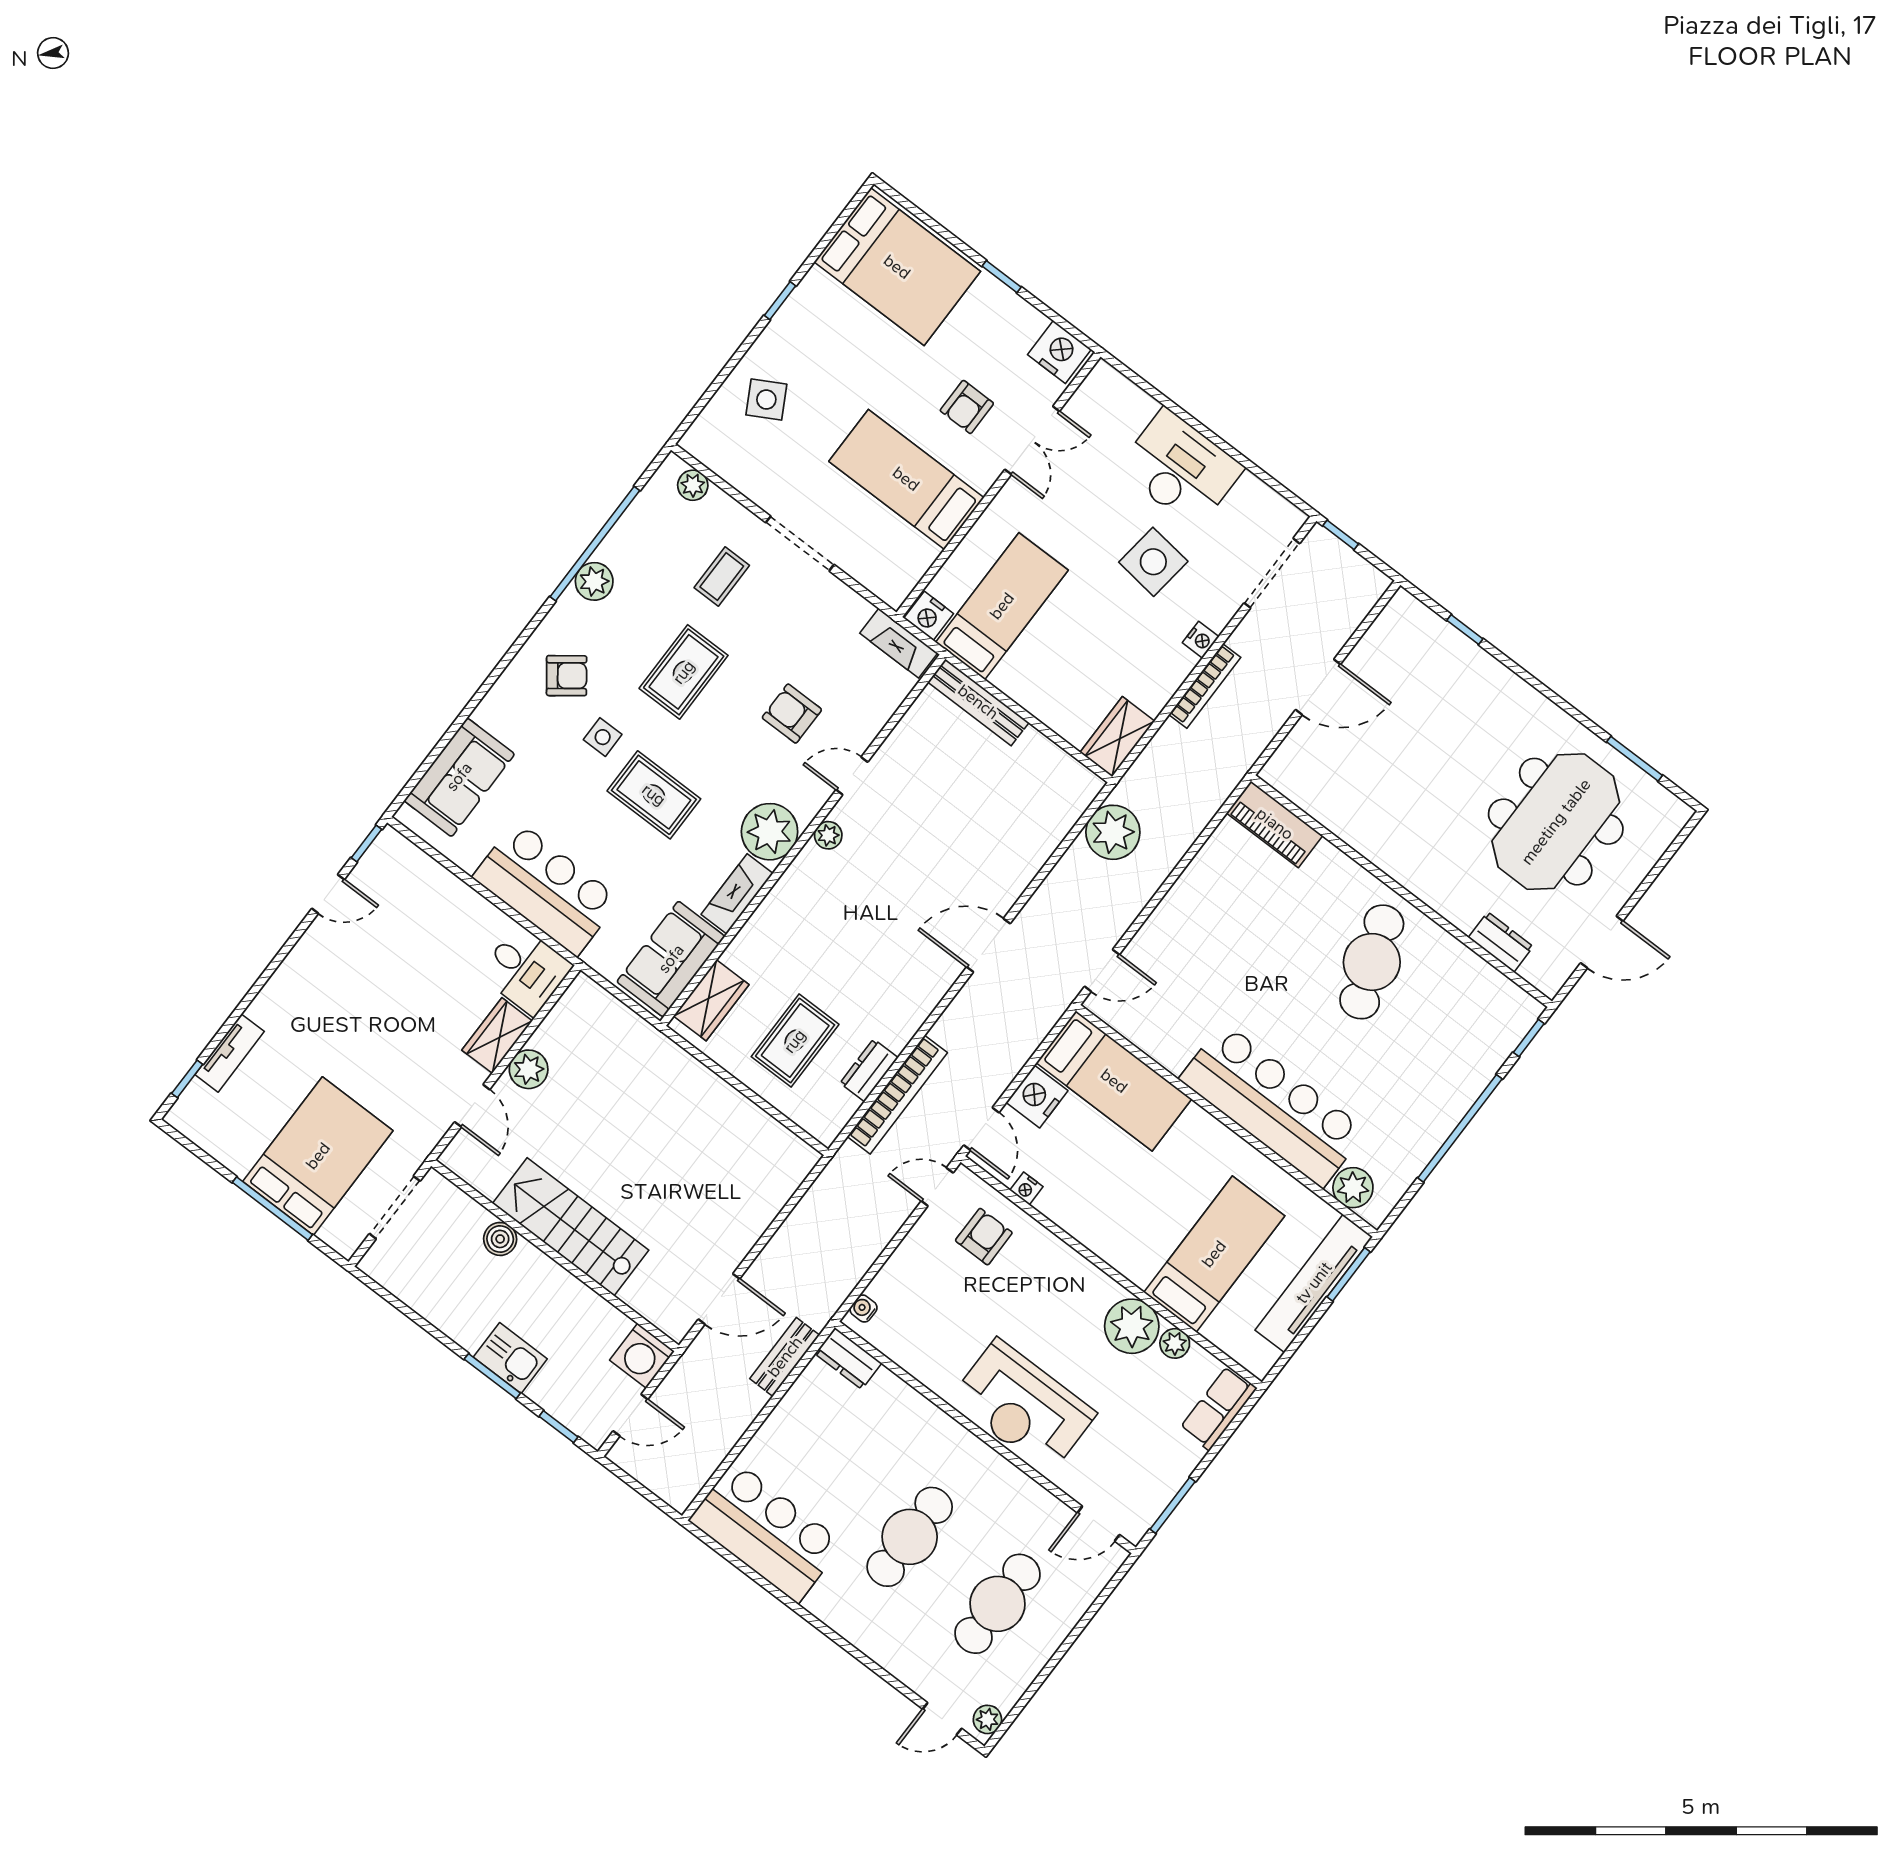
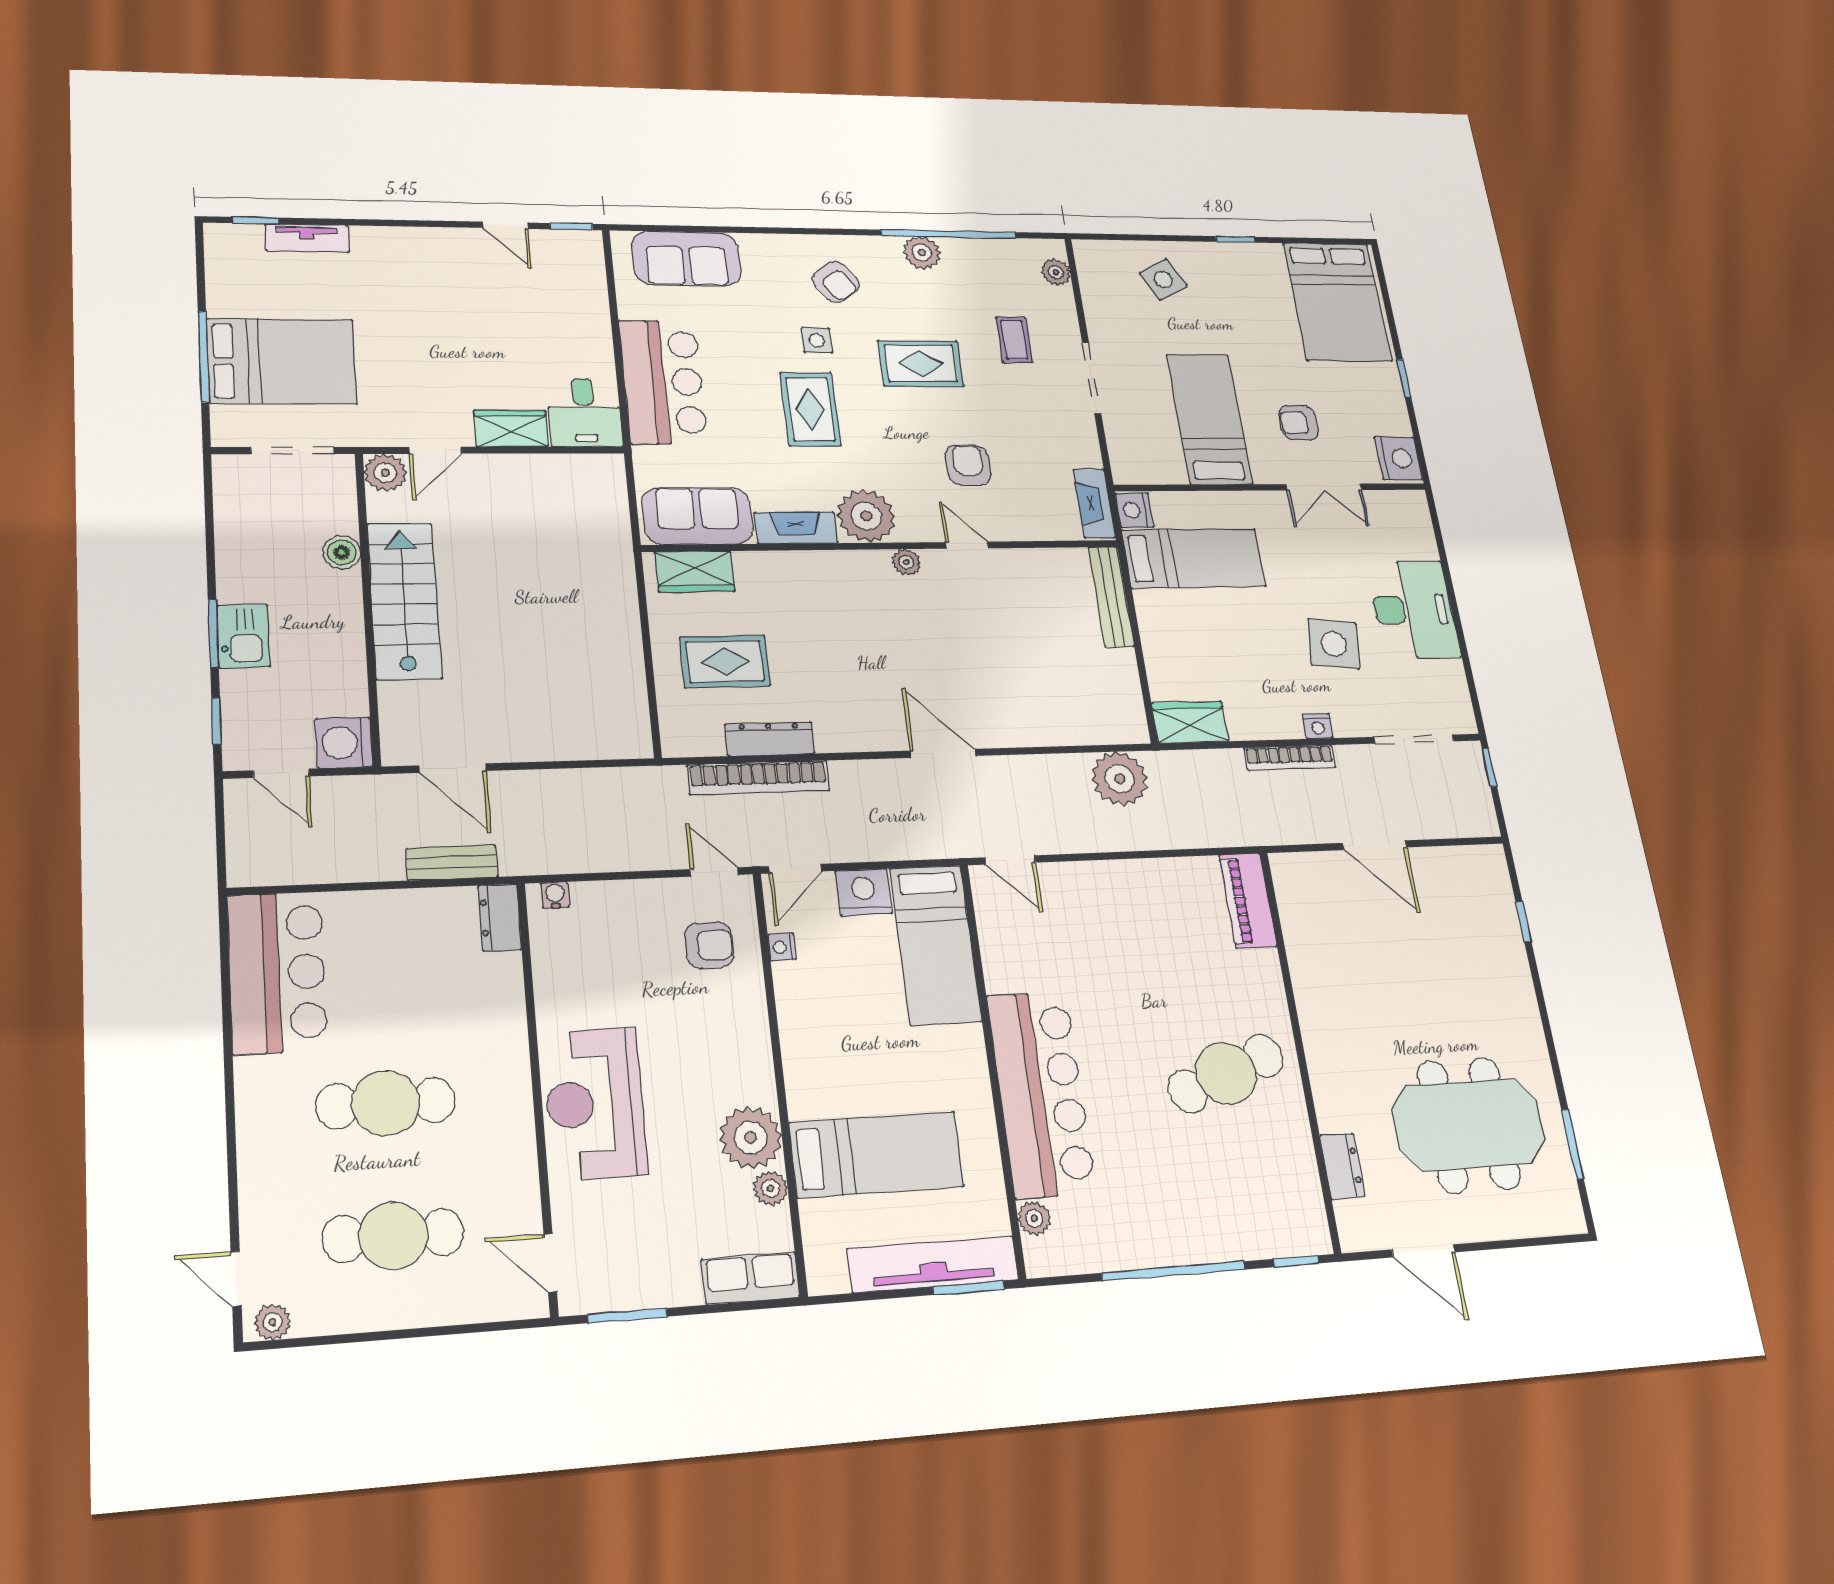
coffee table: (722, 576) -> (1014, 340), turned 90
plant: (529, 1069) -> (385, 473), moved
dresser: (869, 1070) -> (770, 739), width x1.44
plant: (1353, 1188) -> (1034, 1218), width x0.73, depth x0.73

